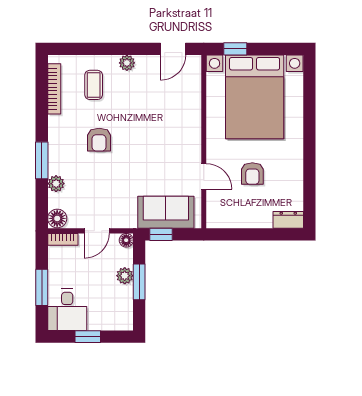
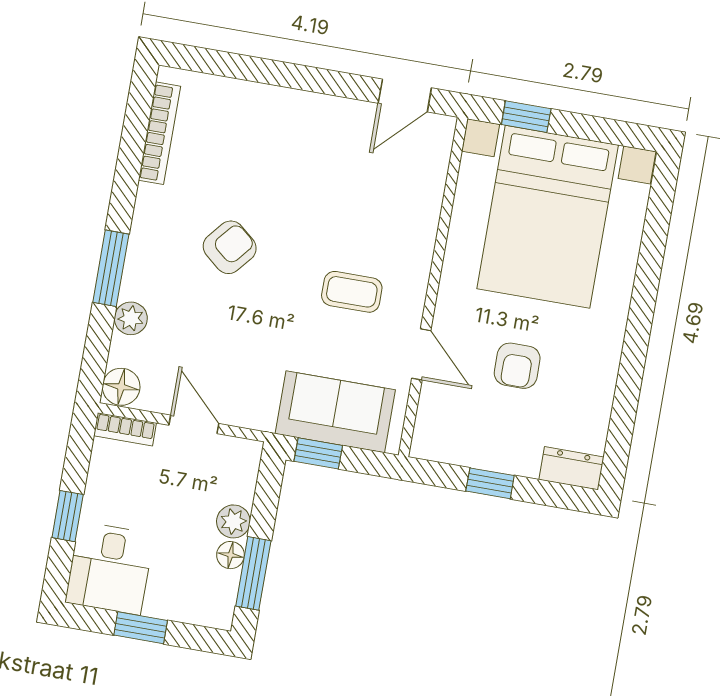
plant: (127, 63) -> (310, 107), removed
coffee table: (94, 85) -> (352, 292), moved, turned 90
armchair: (99, 140) -> (230, 247), turned -140
door: (97, 231) -> (194, 424), swing flipped
window: (249, 234) -> (490, 483), added
floor lamp: (126, 240) -> (230, 555), moved
window: (139, 282) -> (253, 573), moved
window: (42, 287) -> (68, 516), width x0.67

